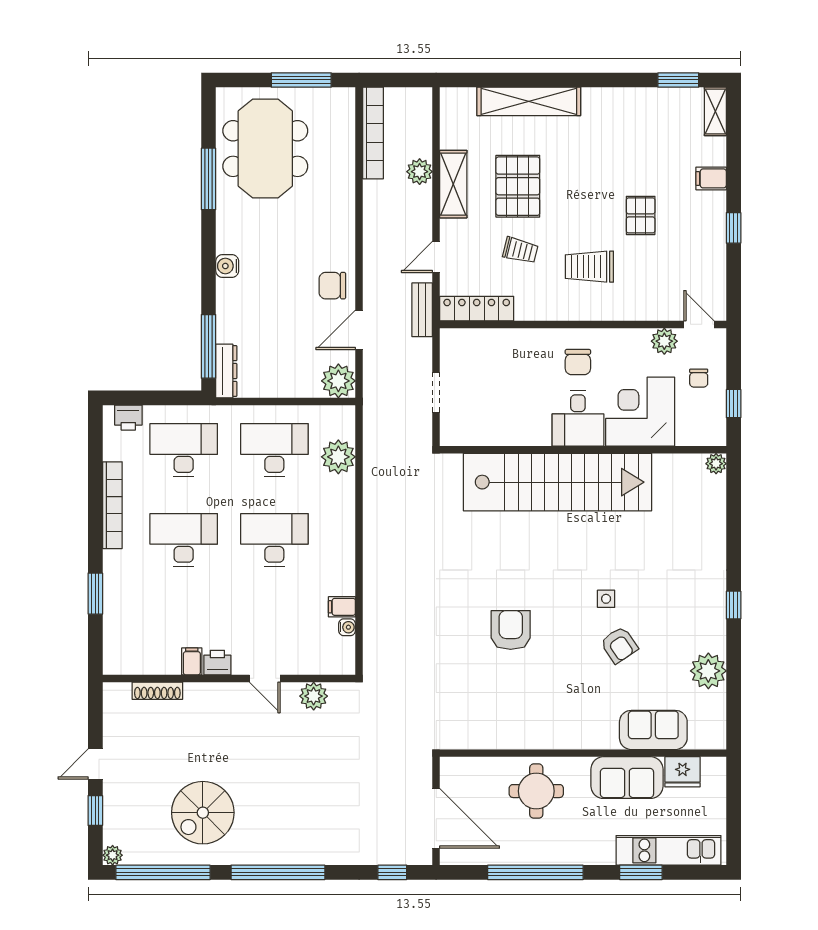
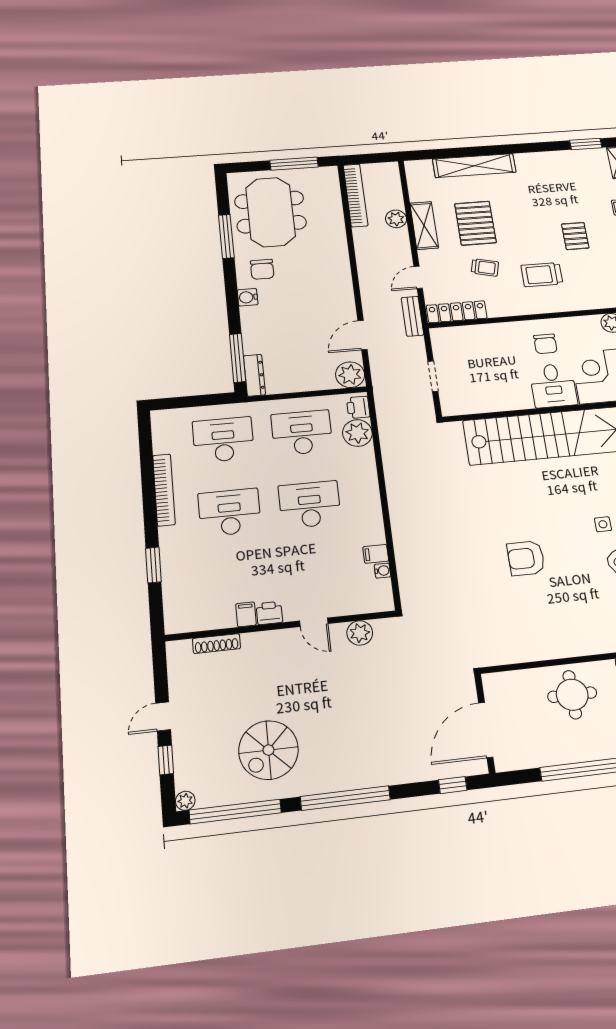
chair: (332, 286) -> (262, 269), moved, turned -90
printer: (128, 418) -> (358, 407), moved, turned 90
armchair: (511, 630) -> (526, 558), turned -90
door: (436, 818) -> (486, 730), swing flipped

